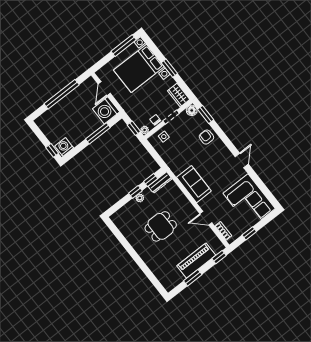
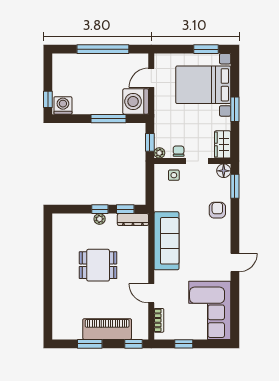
window: (124, 46) -> (206, 49), width x0.69
sofa: (194, 184) -> (166, 241), width x1.36

